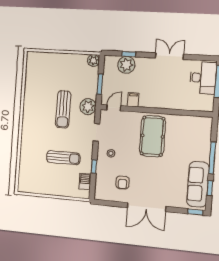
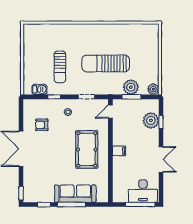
filing cabinet: (133, 100) -> (119, 151), moved
plant: (88, 107) -> (131, 87), moved
door: (114, 108) -> (110, 112), swing flipped
sun lounger: (63, 109) -> (106, 63), width x1.36, depth x1.34
pool table: (152, 136) -> (87, 149), turned 90
sofa: (198, 184) -> (75, 194), moved

